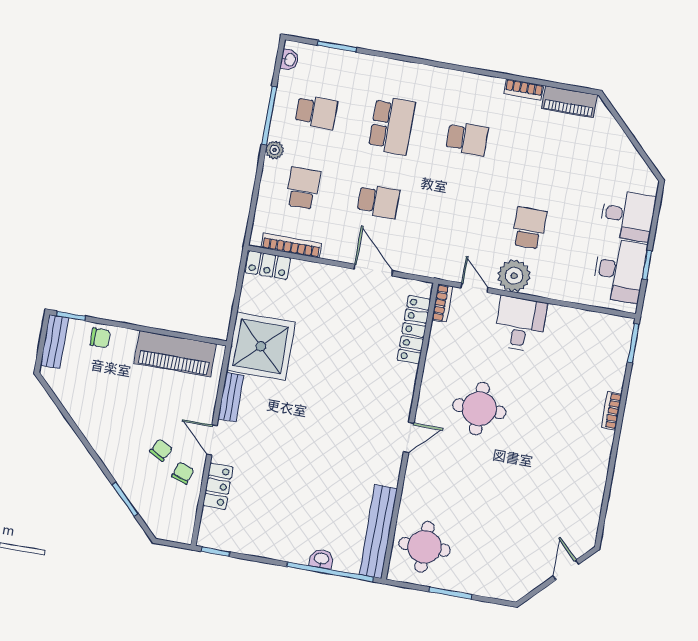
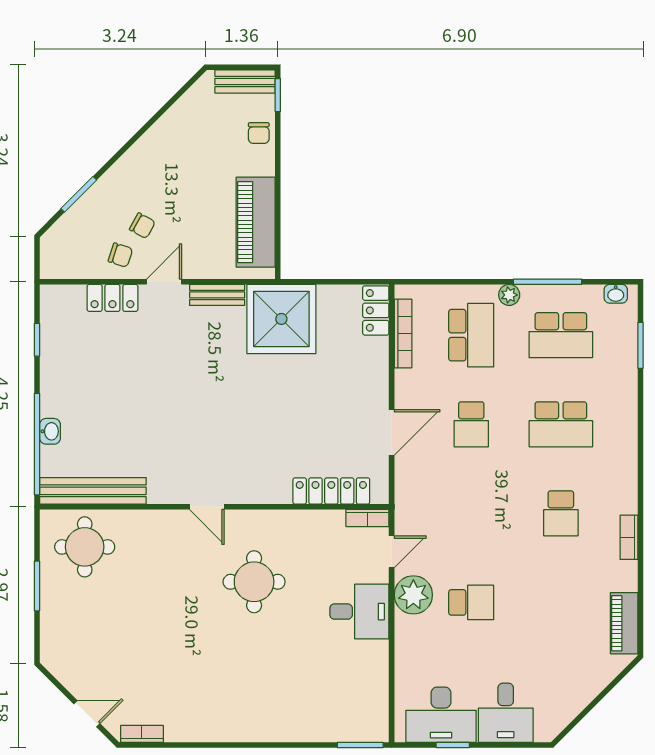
bookcase: (524, 89) -> (629, 537), moved
school desk: (316, 112) -> (561, 335), width x1.85
school desk: (303, 188) -> (471, 335), width x1.85
bookcase: (612, 411) -> (142, 734), moved
window: (215, 552) -> (37, 340), moved

